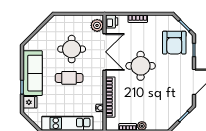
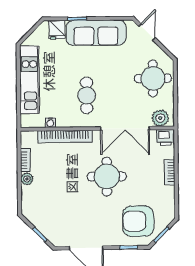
door: (32, 35) -> (147, 32), added
round table: (72, 49) -> (153, 78), moved
cafe table: (69, 78) -> (87, 95), moved

